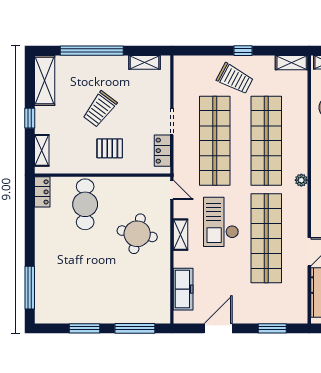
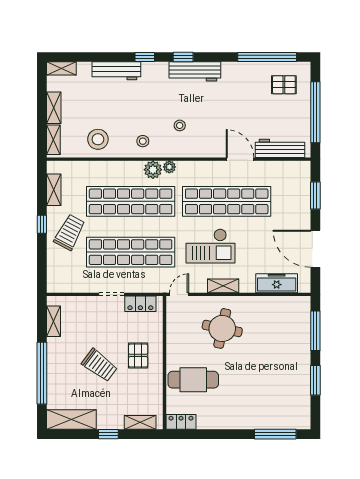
shelving: (292, 63) -> (54, 190), moved
plant: (298, 163) -> (153, 170), added
door: (218, 328) -> (315, 249), width x1.36

